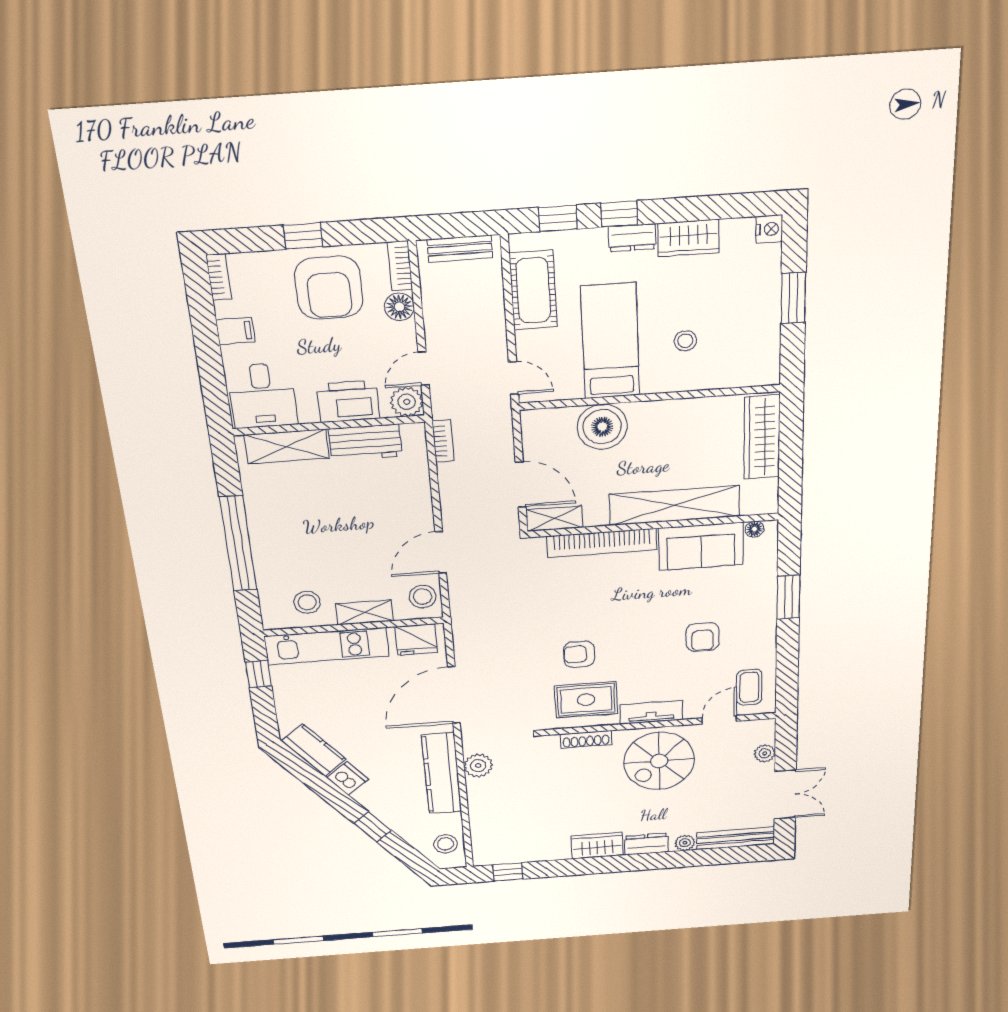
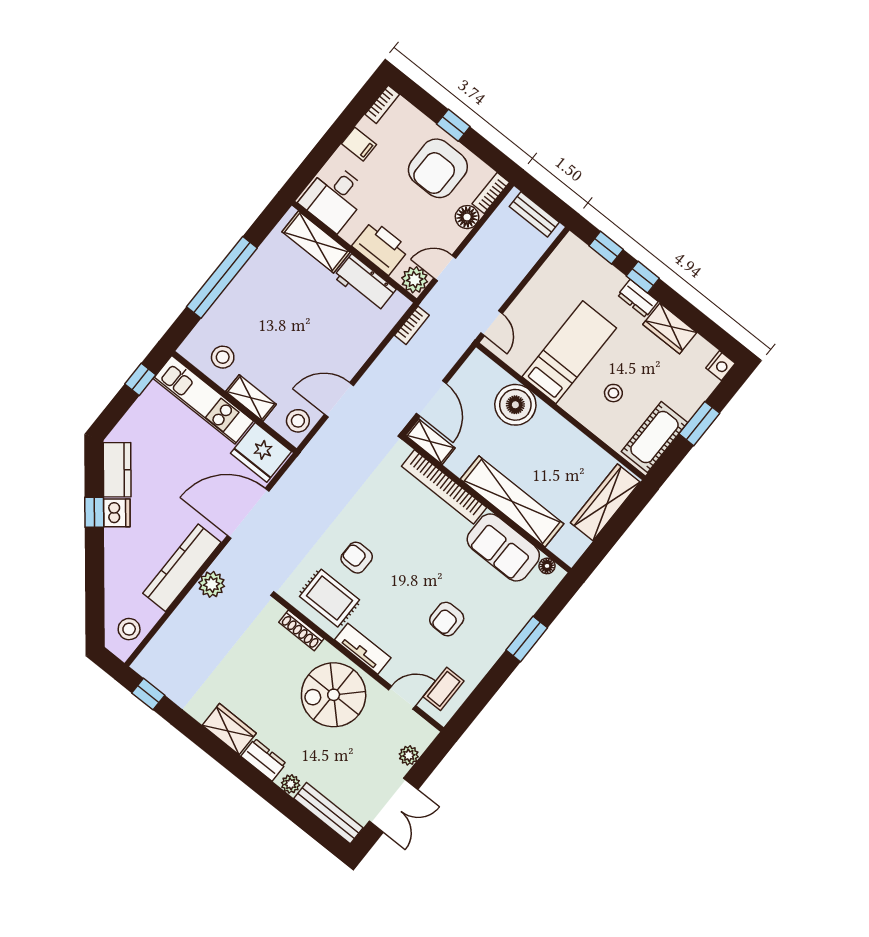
cot: (533, 290) -> (654, 437), moved
fridge: (416, 640) -> (261, 452), width x1.36, depth x1.34
window: (373, 827) -> (94, 512), moved

